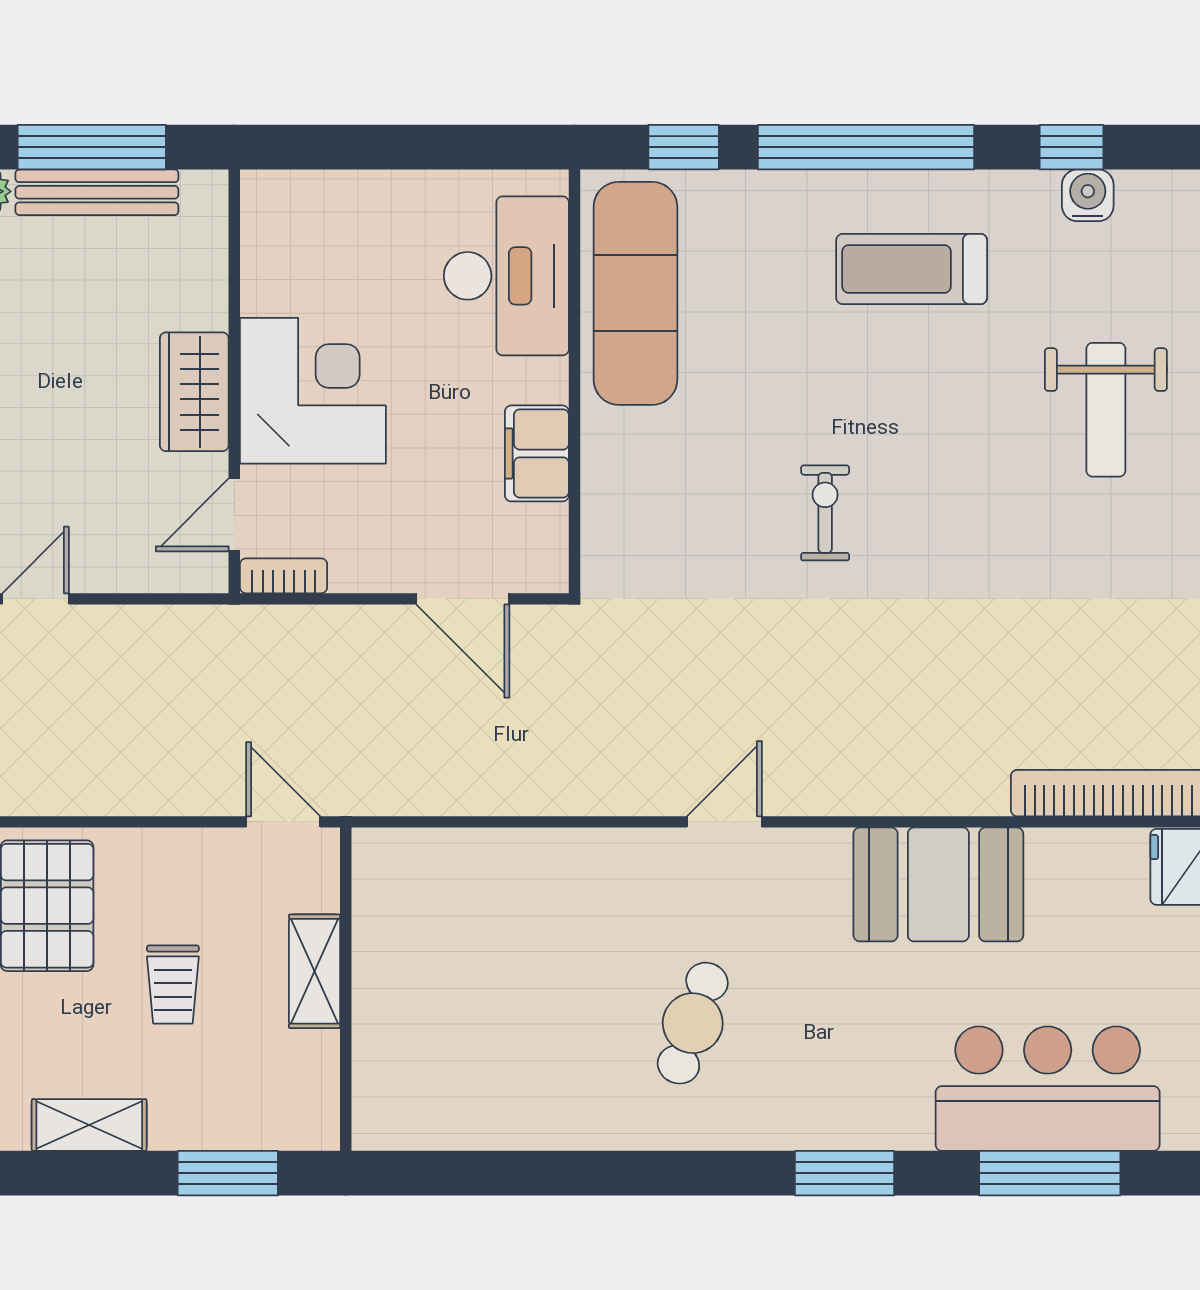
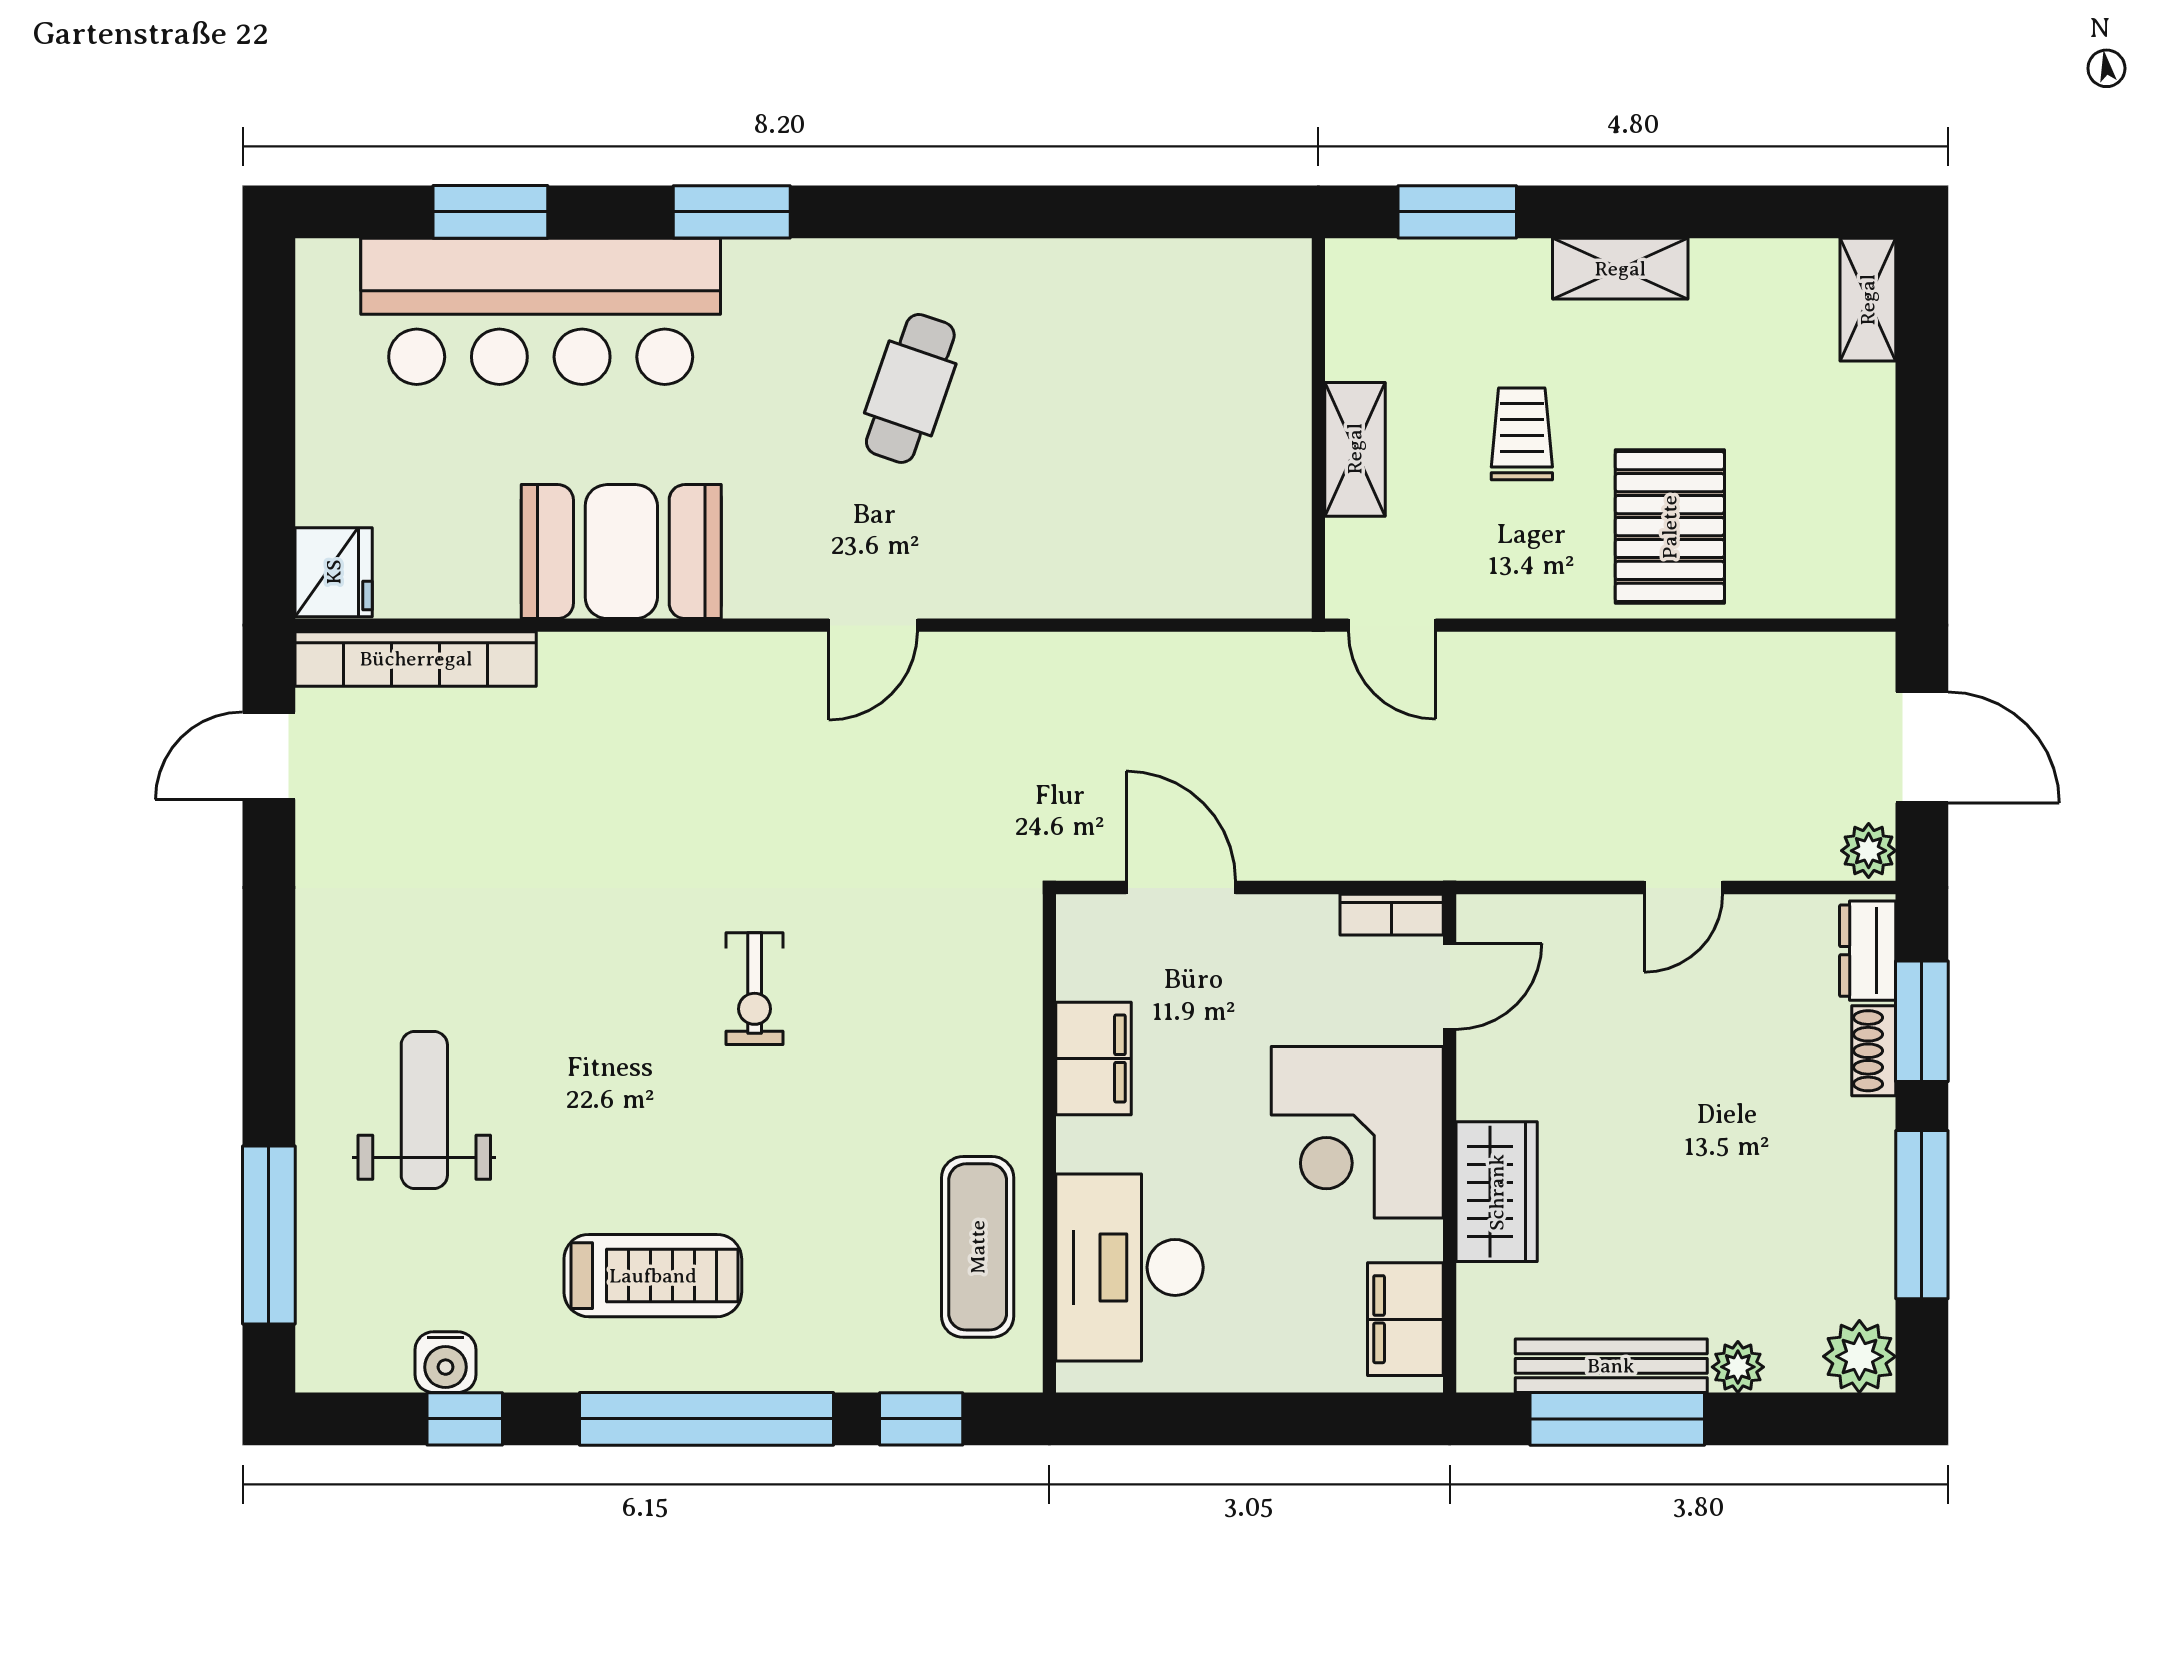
filing cabinet: (272, 232) -> (1405, 1319), added
exercise mat: (635, 293) -> (978, 1247), width x0.73, depth x0.69
wardrobe: (194, 392) -> (1497, 1192), moved
bar counter: (1048, 1089) -> (541, 311), width x1.36
window: (1050, 1173) -> (490, 212), width x0.69

